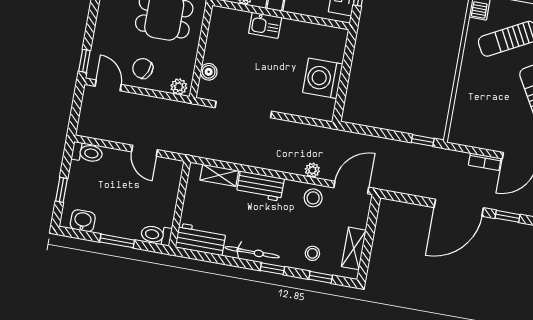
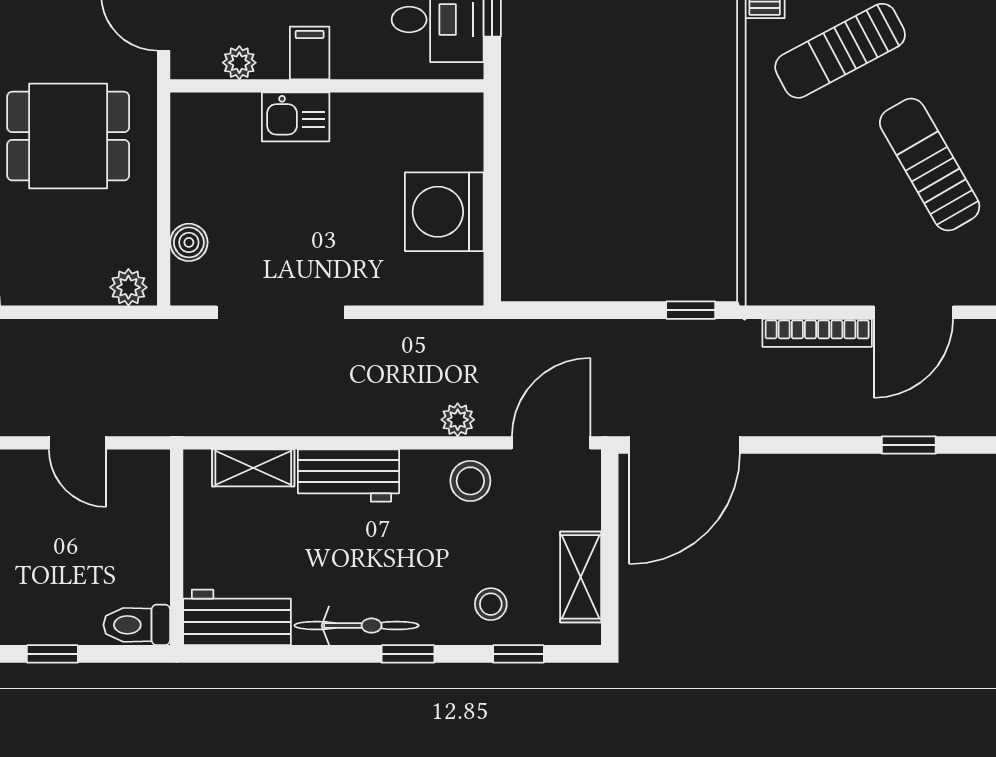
chair: (143, 68) -> (41, 261), removed
bookcase: (485, 162) -> (817, 333), width x1.56
door: (459, 208) -> (685, 445), moved
window: (117, 241) -> (52, 654), width x0.67

